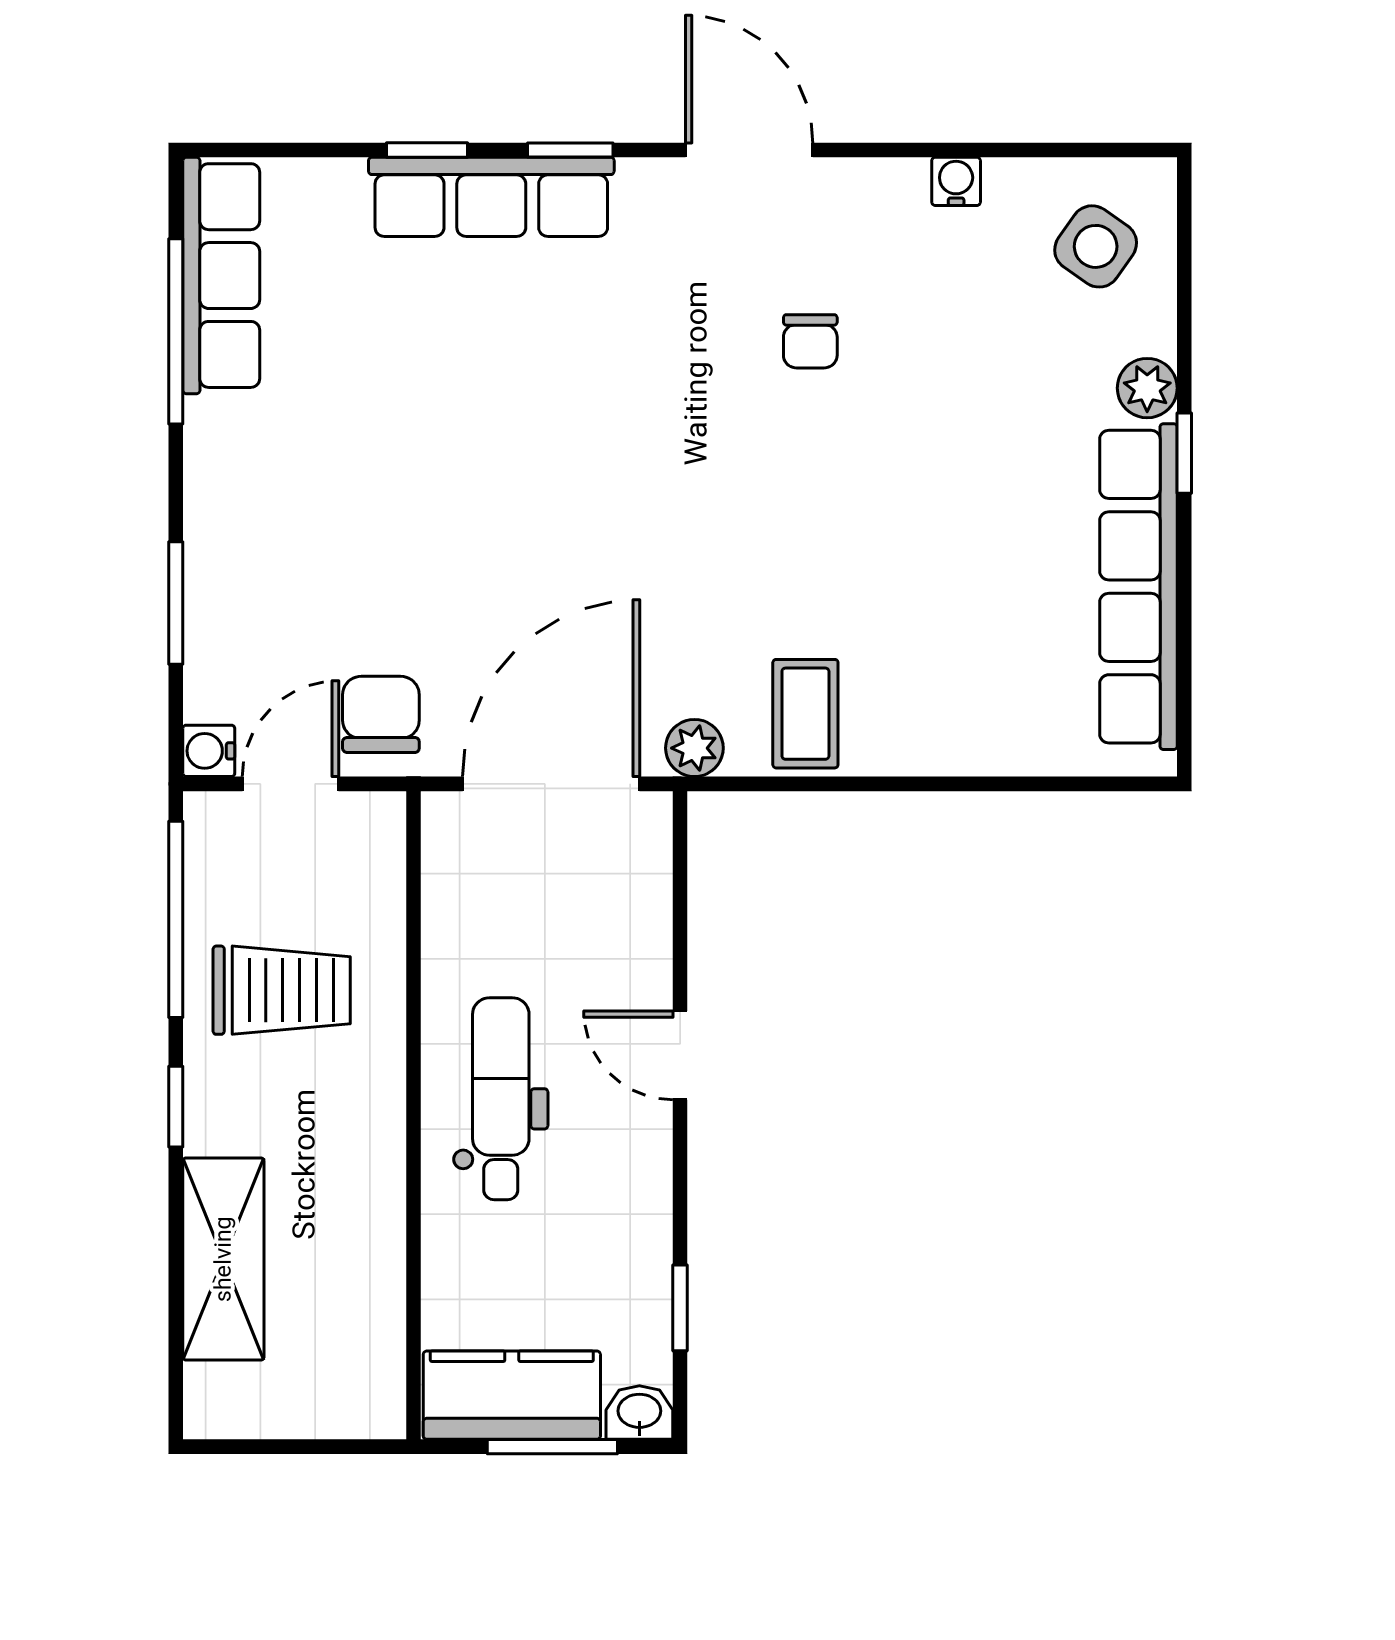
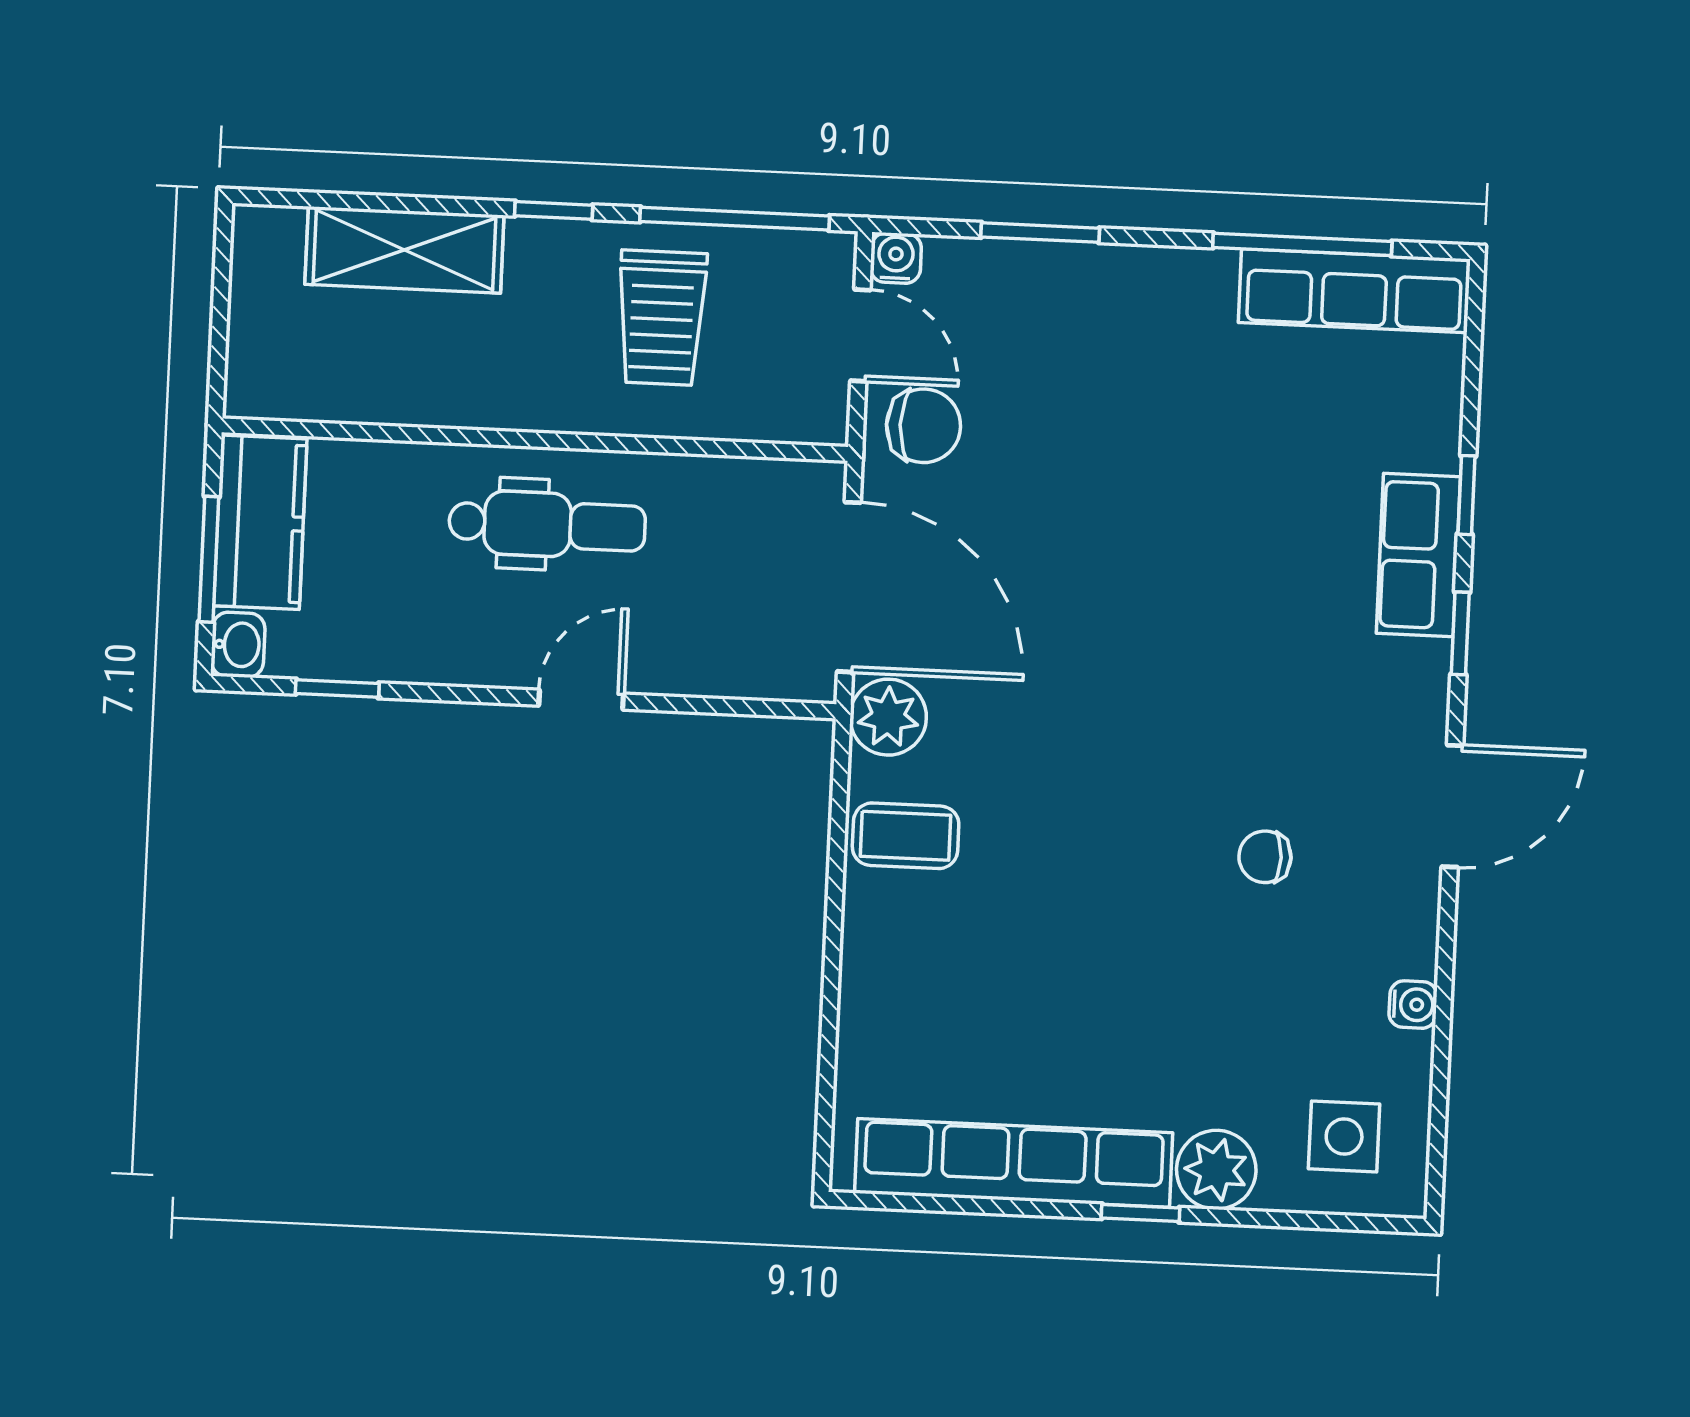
row of seats: (491, 197) -> (1418, 555), width x0.68
side table: (1096, 246) -> (1344, 1136), turned -35
plant: (1147, 388) -> (1216, 1170), width x1.38, depth x1.38
plant: (694, 748) -> (888, 717), width x1.38, depth x1.38

